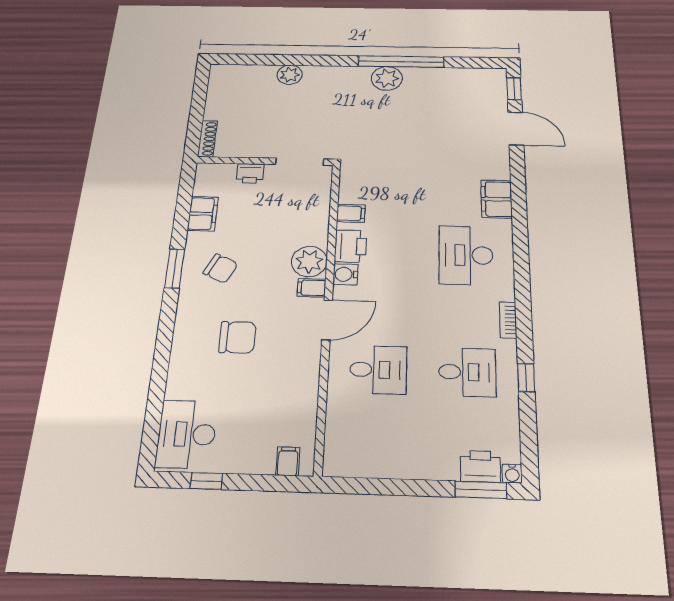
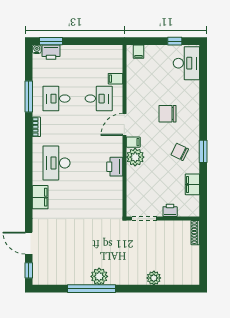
filing cabinet: (351, 213) -> (115, 79), moved
desk: (466, 255) -> (56, 163), turned 180
water cooler: (345, 274) -> (117, 150), removed
desk: (378, 370) -> (99, 99), turned 180
window: (526, 378) -> (29, 97), width x2.17

